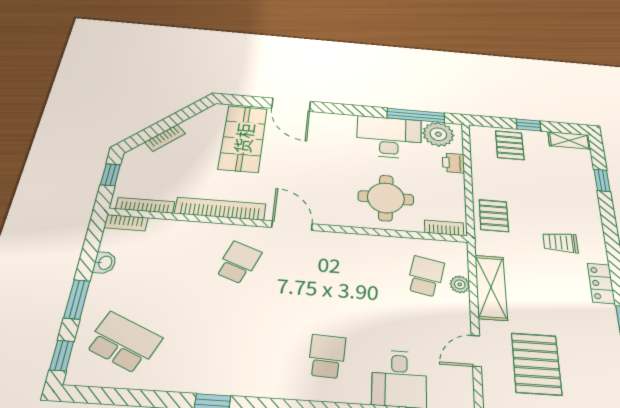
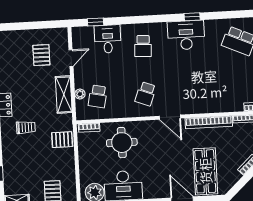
printer: (453, 163) -> (85, 173), removed
pallet: (494, 216) -> (62, 140), turned 90
school desk: (238, 262) -> (146, 94), moved
pallet: (536, 364) -> (41, 55), width x0.67, depth x0.71
desk: (233, 367) -> (186, 35), added

